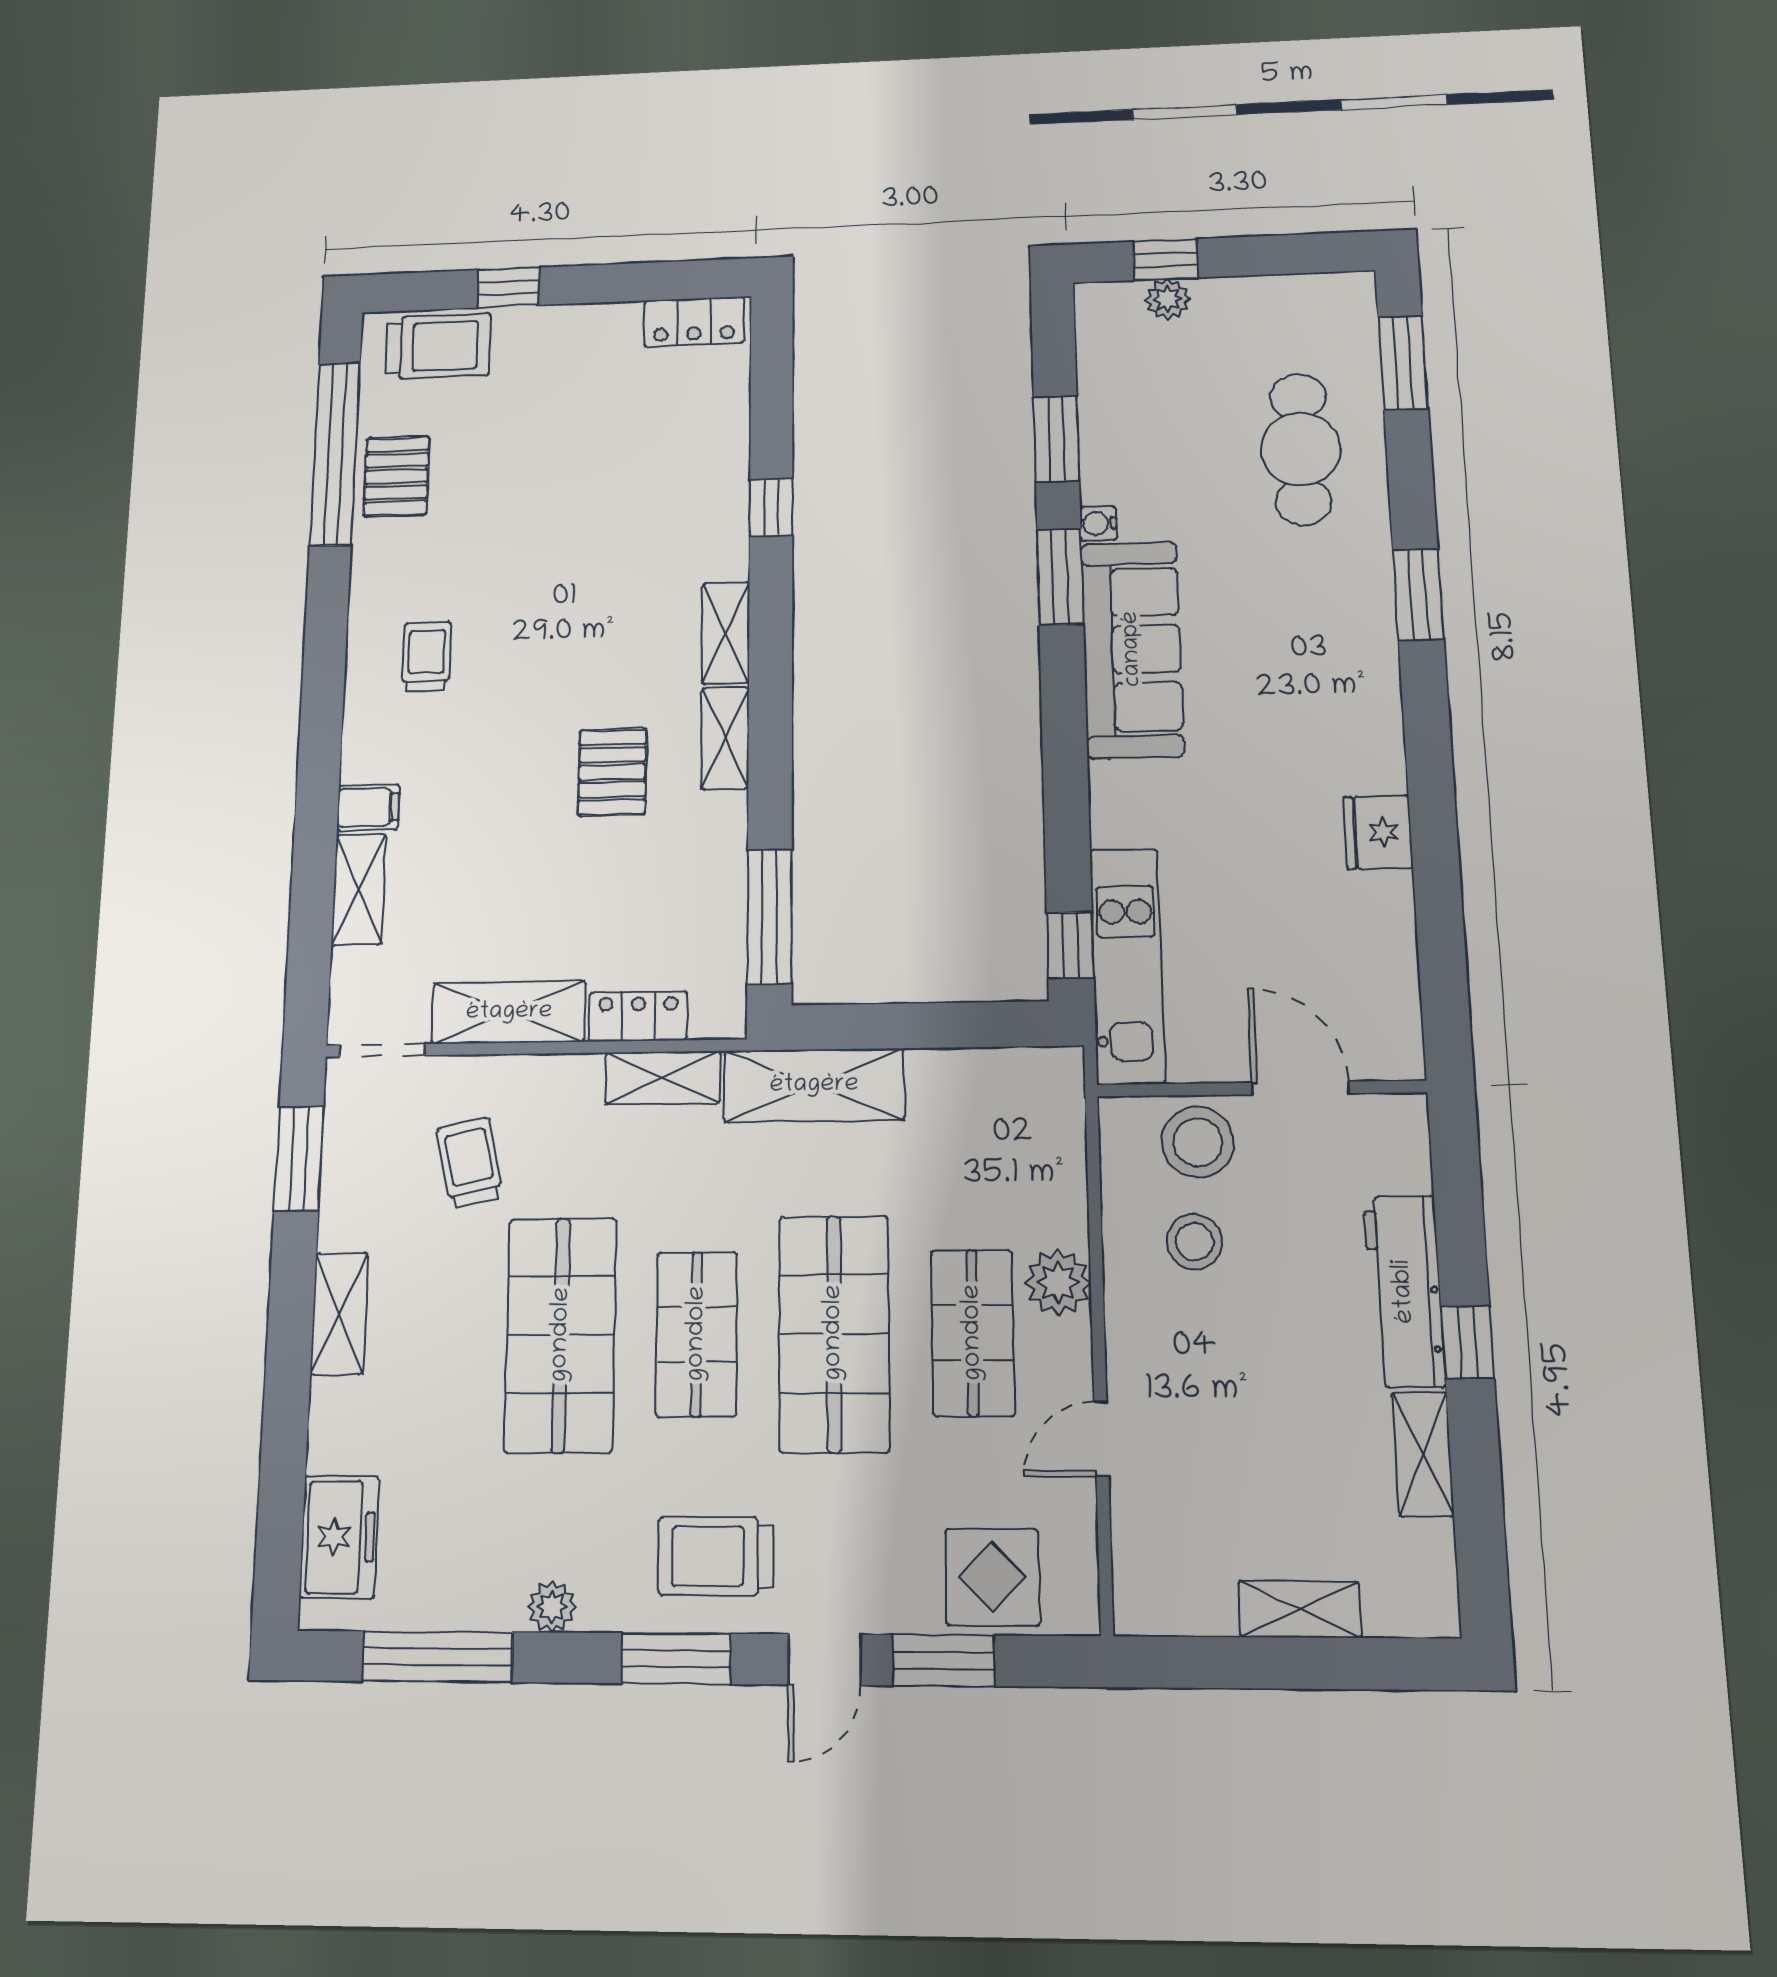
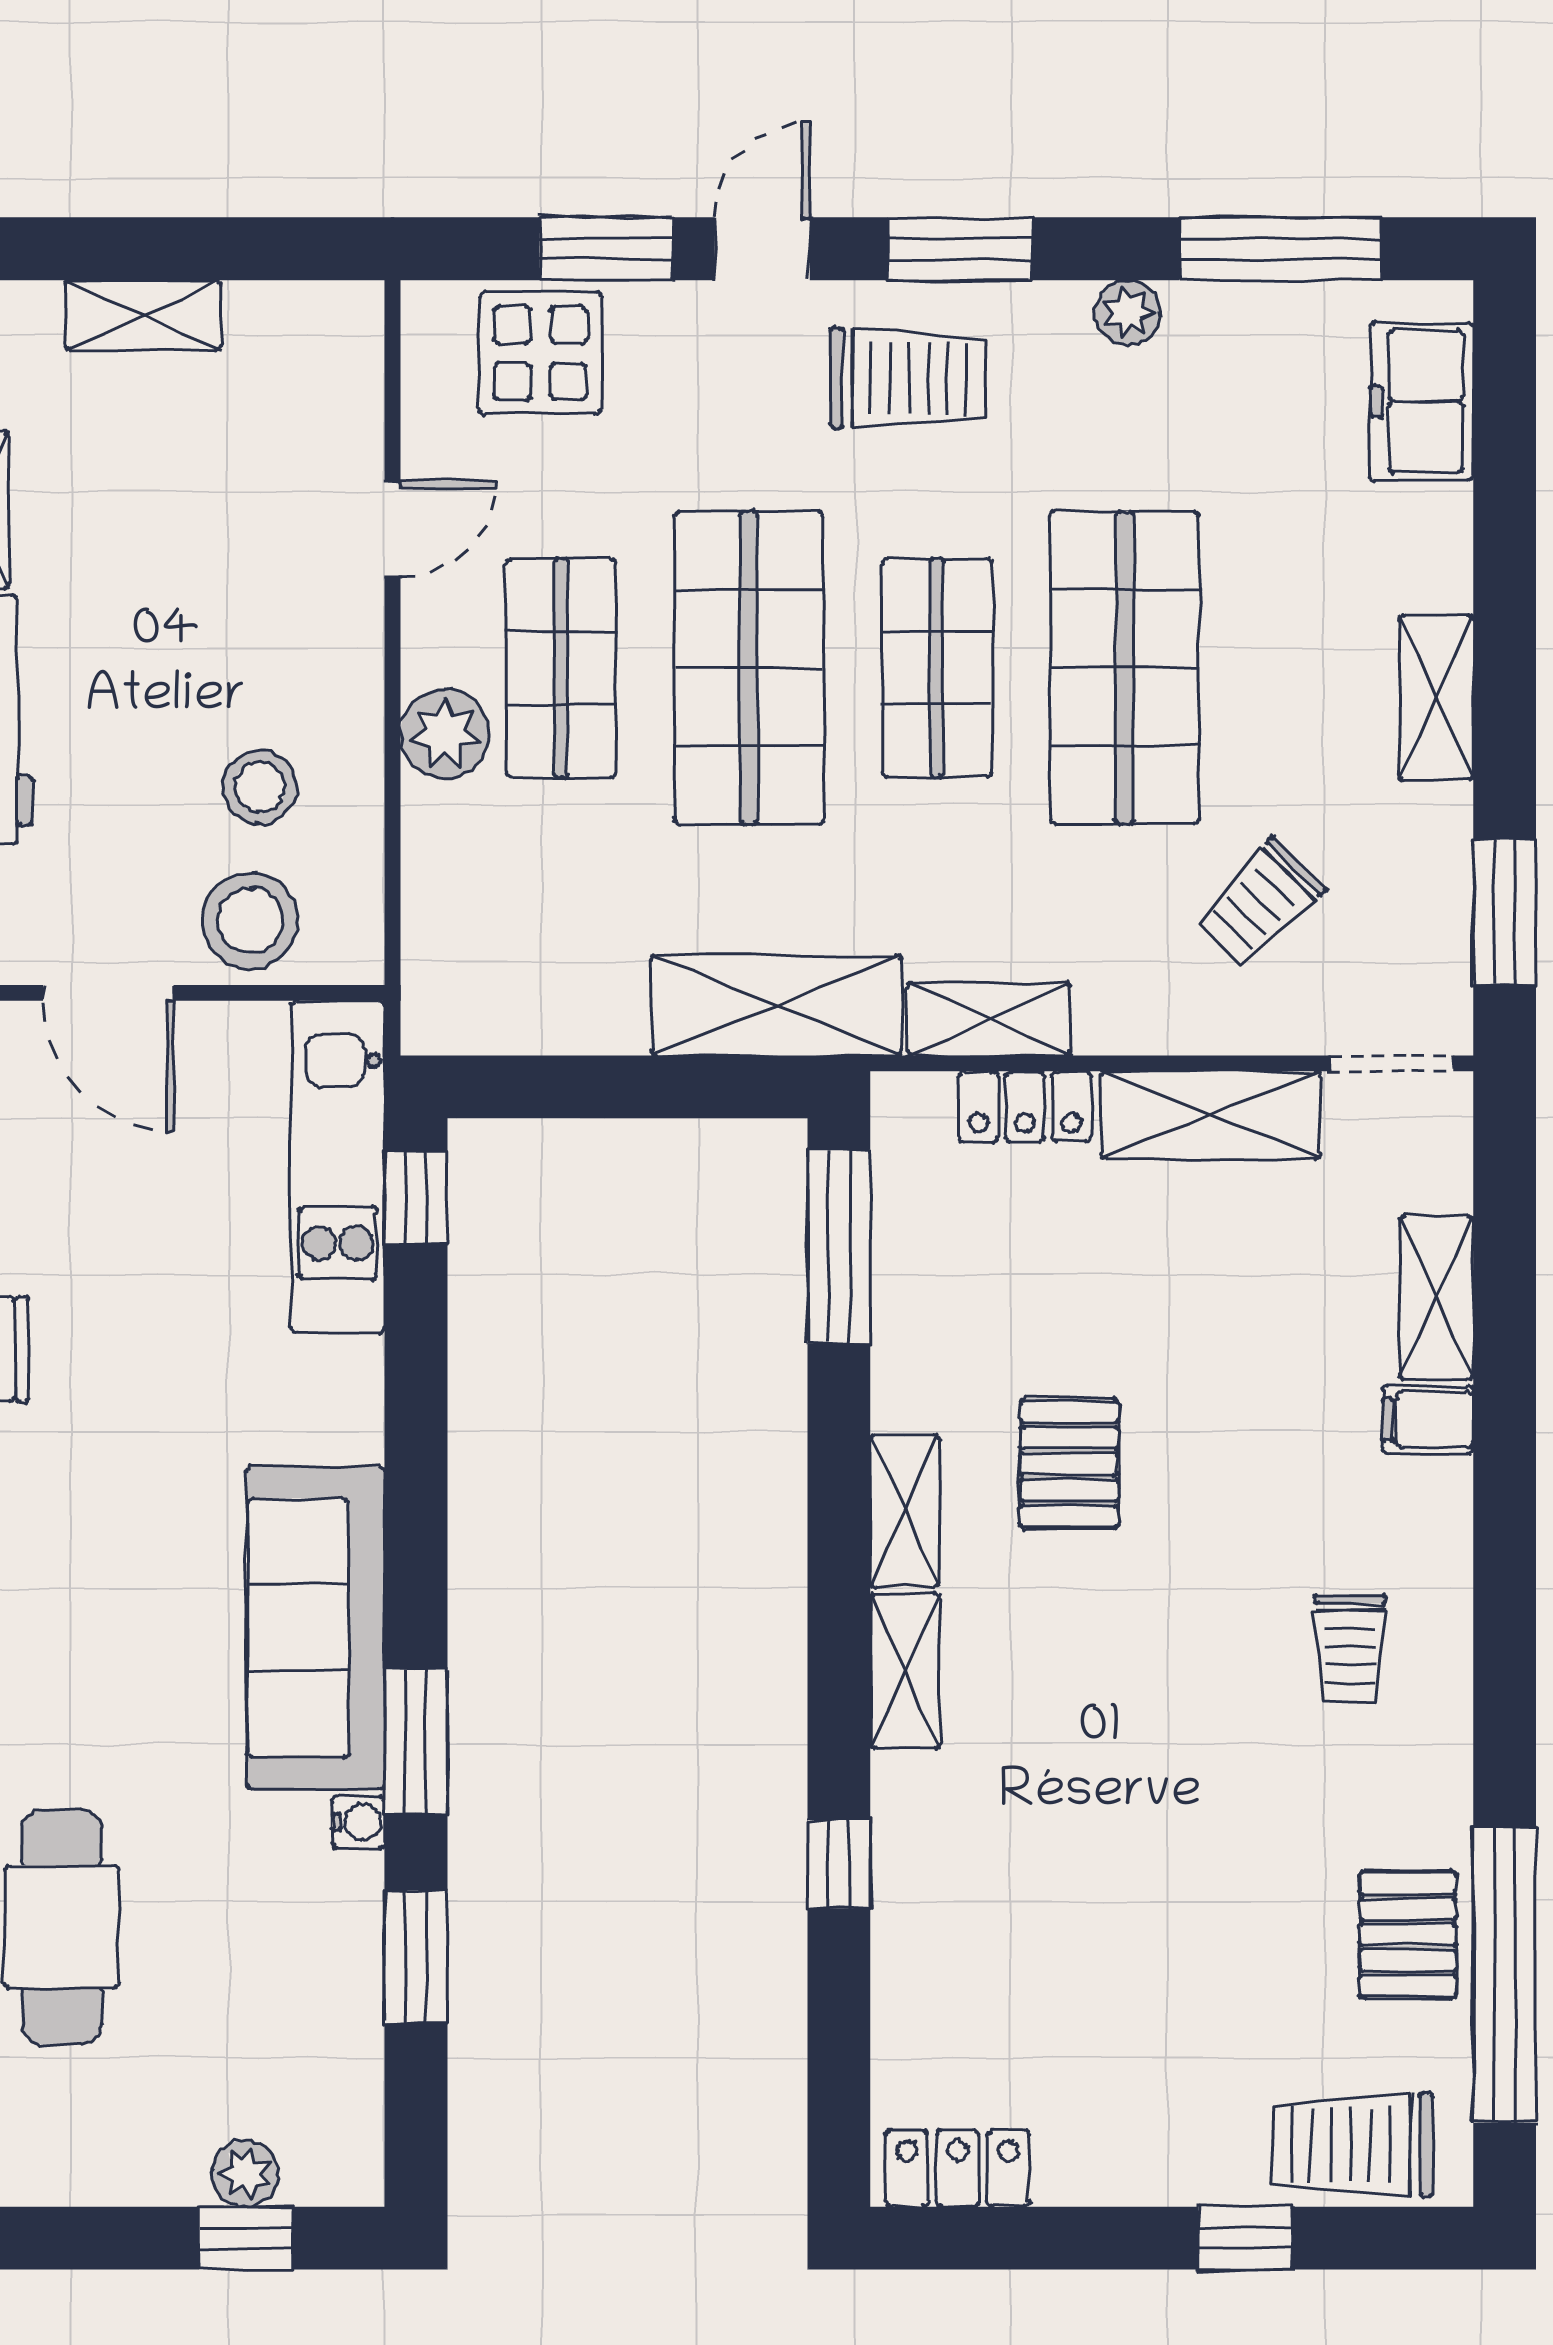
trolley: (470, 1163) -> (1259, 903), turned 57

